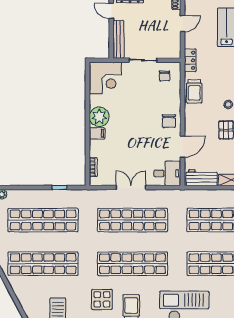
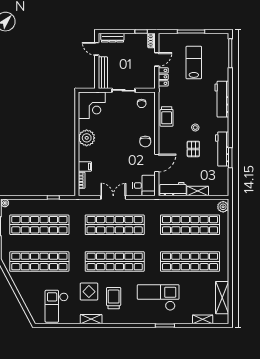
locker: (190, 60) -> (163, 77), moved
filing cabinet: (97, 133) -> (85, 166), moved

